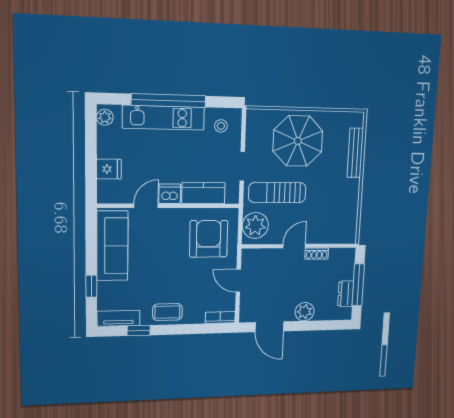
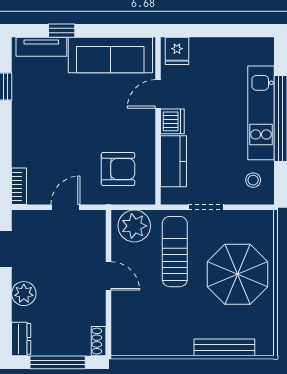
plant: (105, 117) -> (260, 46), removed
fridge: (109, 169) -> (177, 51), moved
door: (146, 206) -> (158, 94), swing flipped
armchair: (209, 239) -> (118, 169), width x0.73, depth x0.73
shoe rack: (317, 254) -> (99, 341), moved
dresser: (346, 294) -> (21, 339), moved, turned 90
coffee table: (167, 312) -> (28, 121), removed
tv unit: (118, 318) -> (41, 47), moved, turned 90

